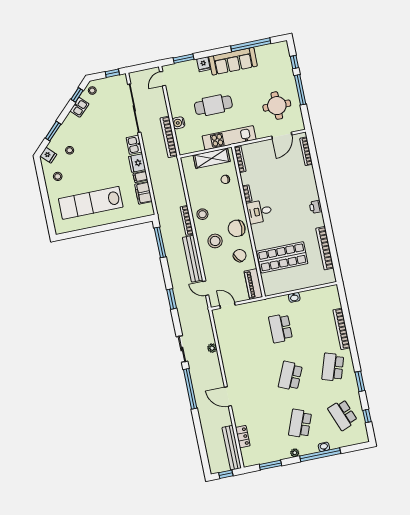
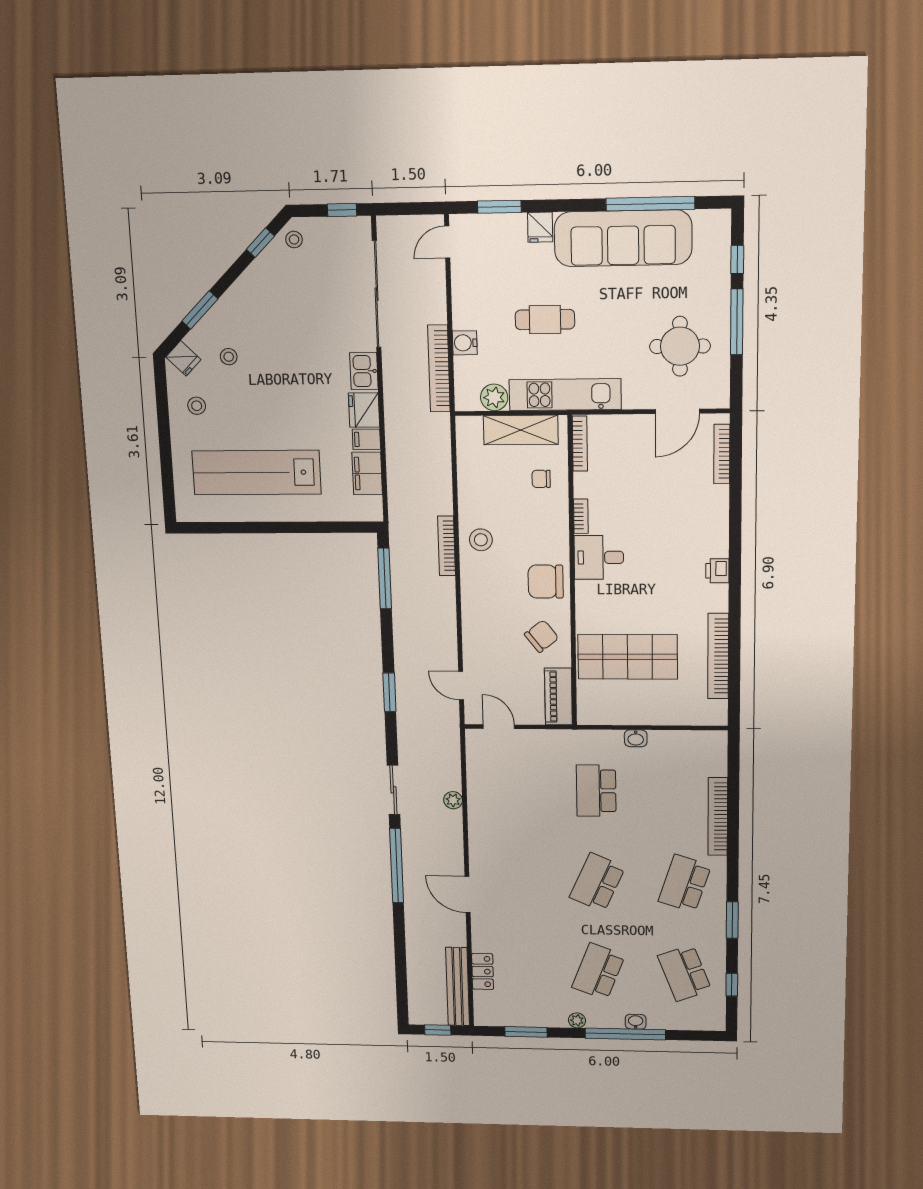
sofa: (233, 61) -> (623, 238), width x1.36, depth x1.27
cafe table: (213, 105) -> (545, 320), width x0.73, depth x0.74
kitchen sink: (79, 107) -> (262, 270), removed
plant: (197, 145) -> (494, 397), added
stool: (215, 241) -> (497, 598), removed
bench: (193, 259) -> (445, 623), removed

